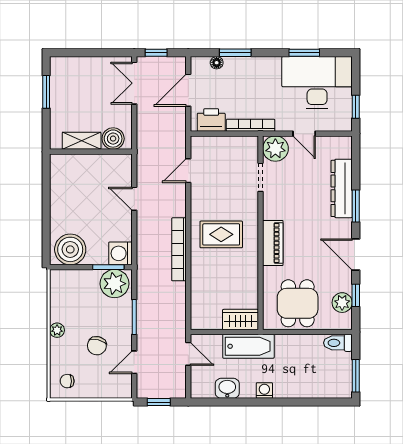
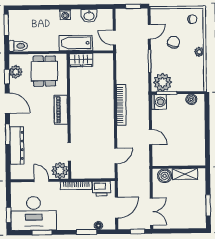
window: (356, 107) -> (9, 215), moved
rug: (221, 234) -> (94, 115), removed
boiler: (70, 249) -> (191, 99), width x0.54, depth x0.54

